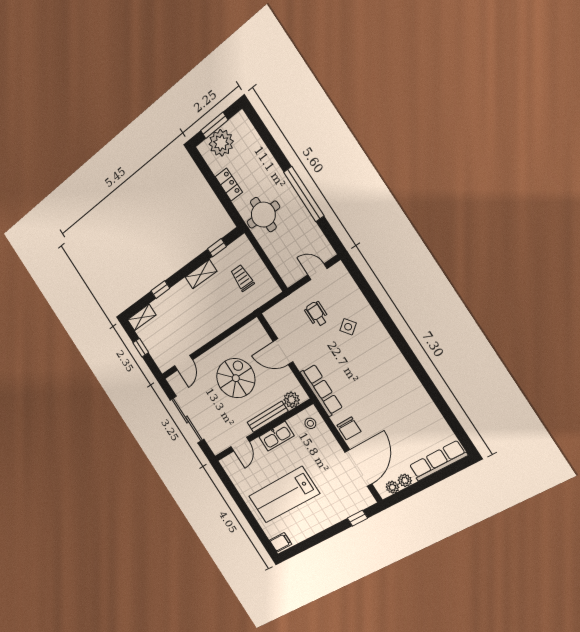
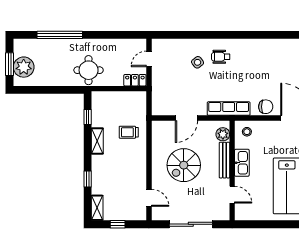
locker: (229, 184) -> (135, 80), moved
window: (304, 194) -> (60, 35), moved
trolley: (242, 278) -> (129, 132), moved
wheelchair: (317, 314) -> (221, 57), moved
spiral stairs: (236, 378) -> (184, 165), turned -90

